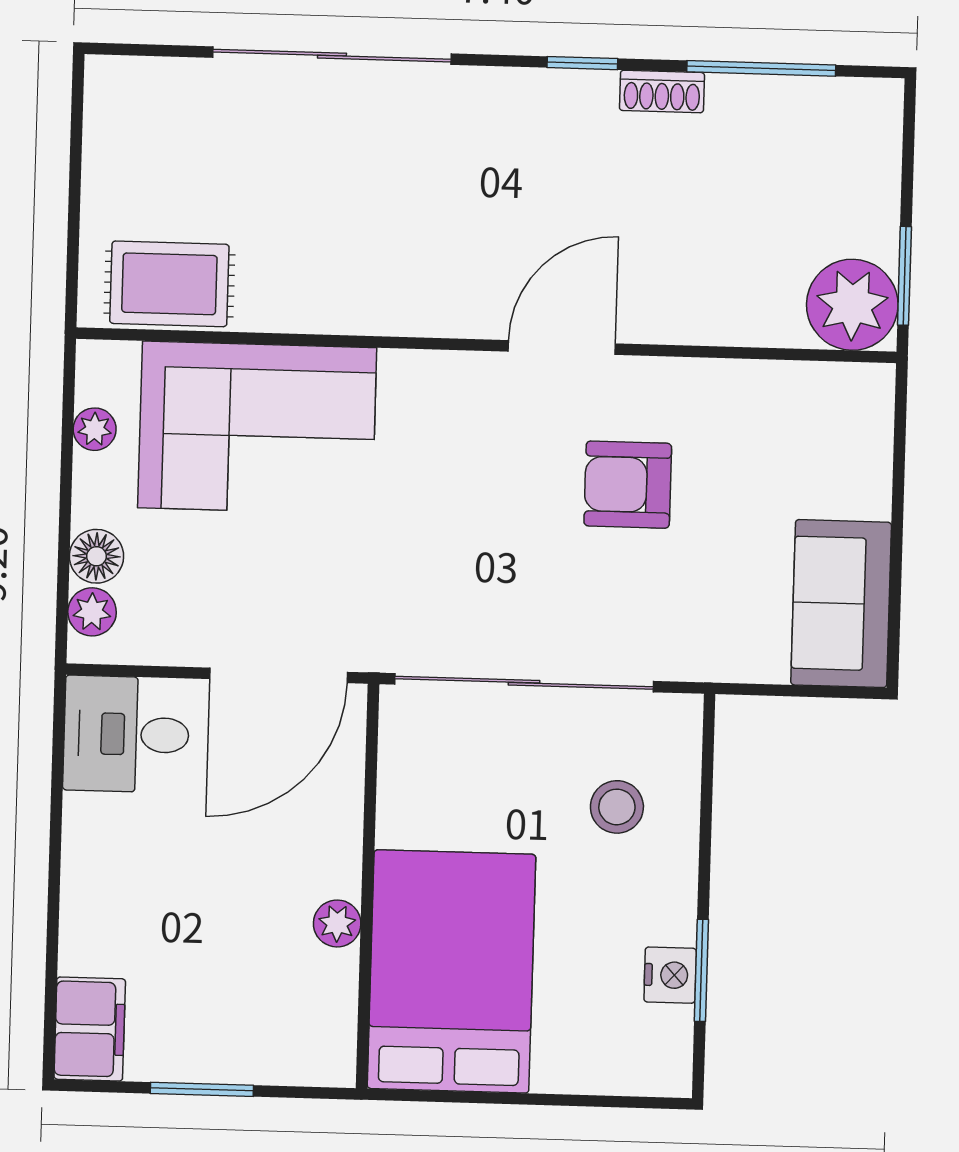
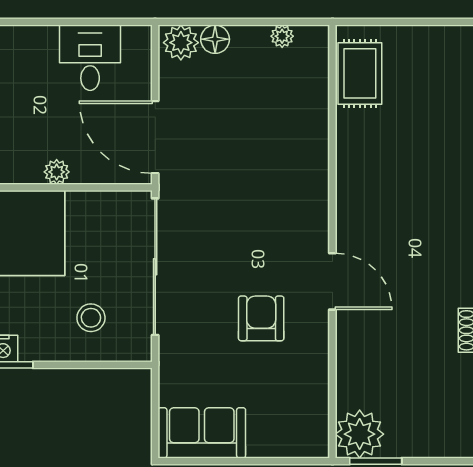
corner sofa: (257, 428) -> (285, 122), removed
plant: (92, 612) -> (181, 43), width x1.38, depth x1.38
desk: (126, 734) -> (90, 58), moved
plant: (337, 923) -> (57, 172), moved

